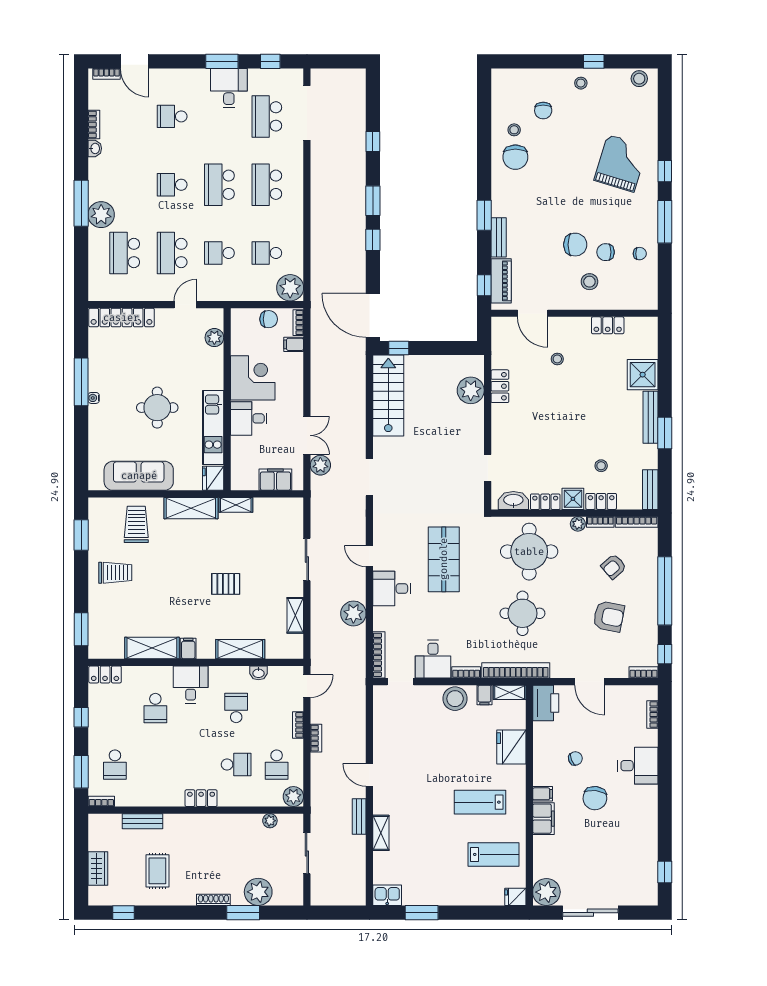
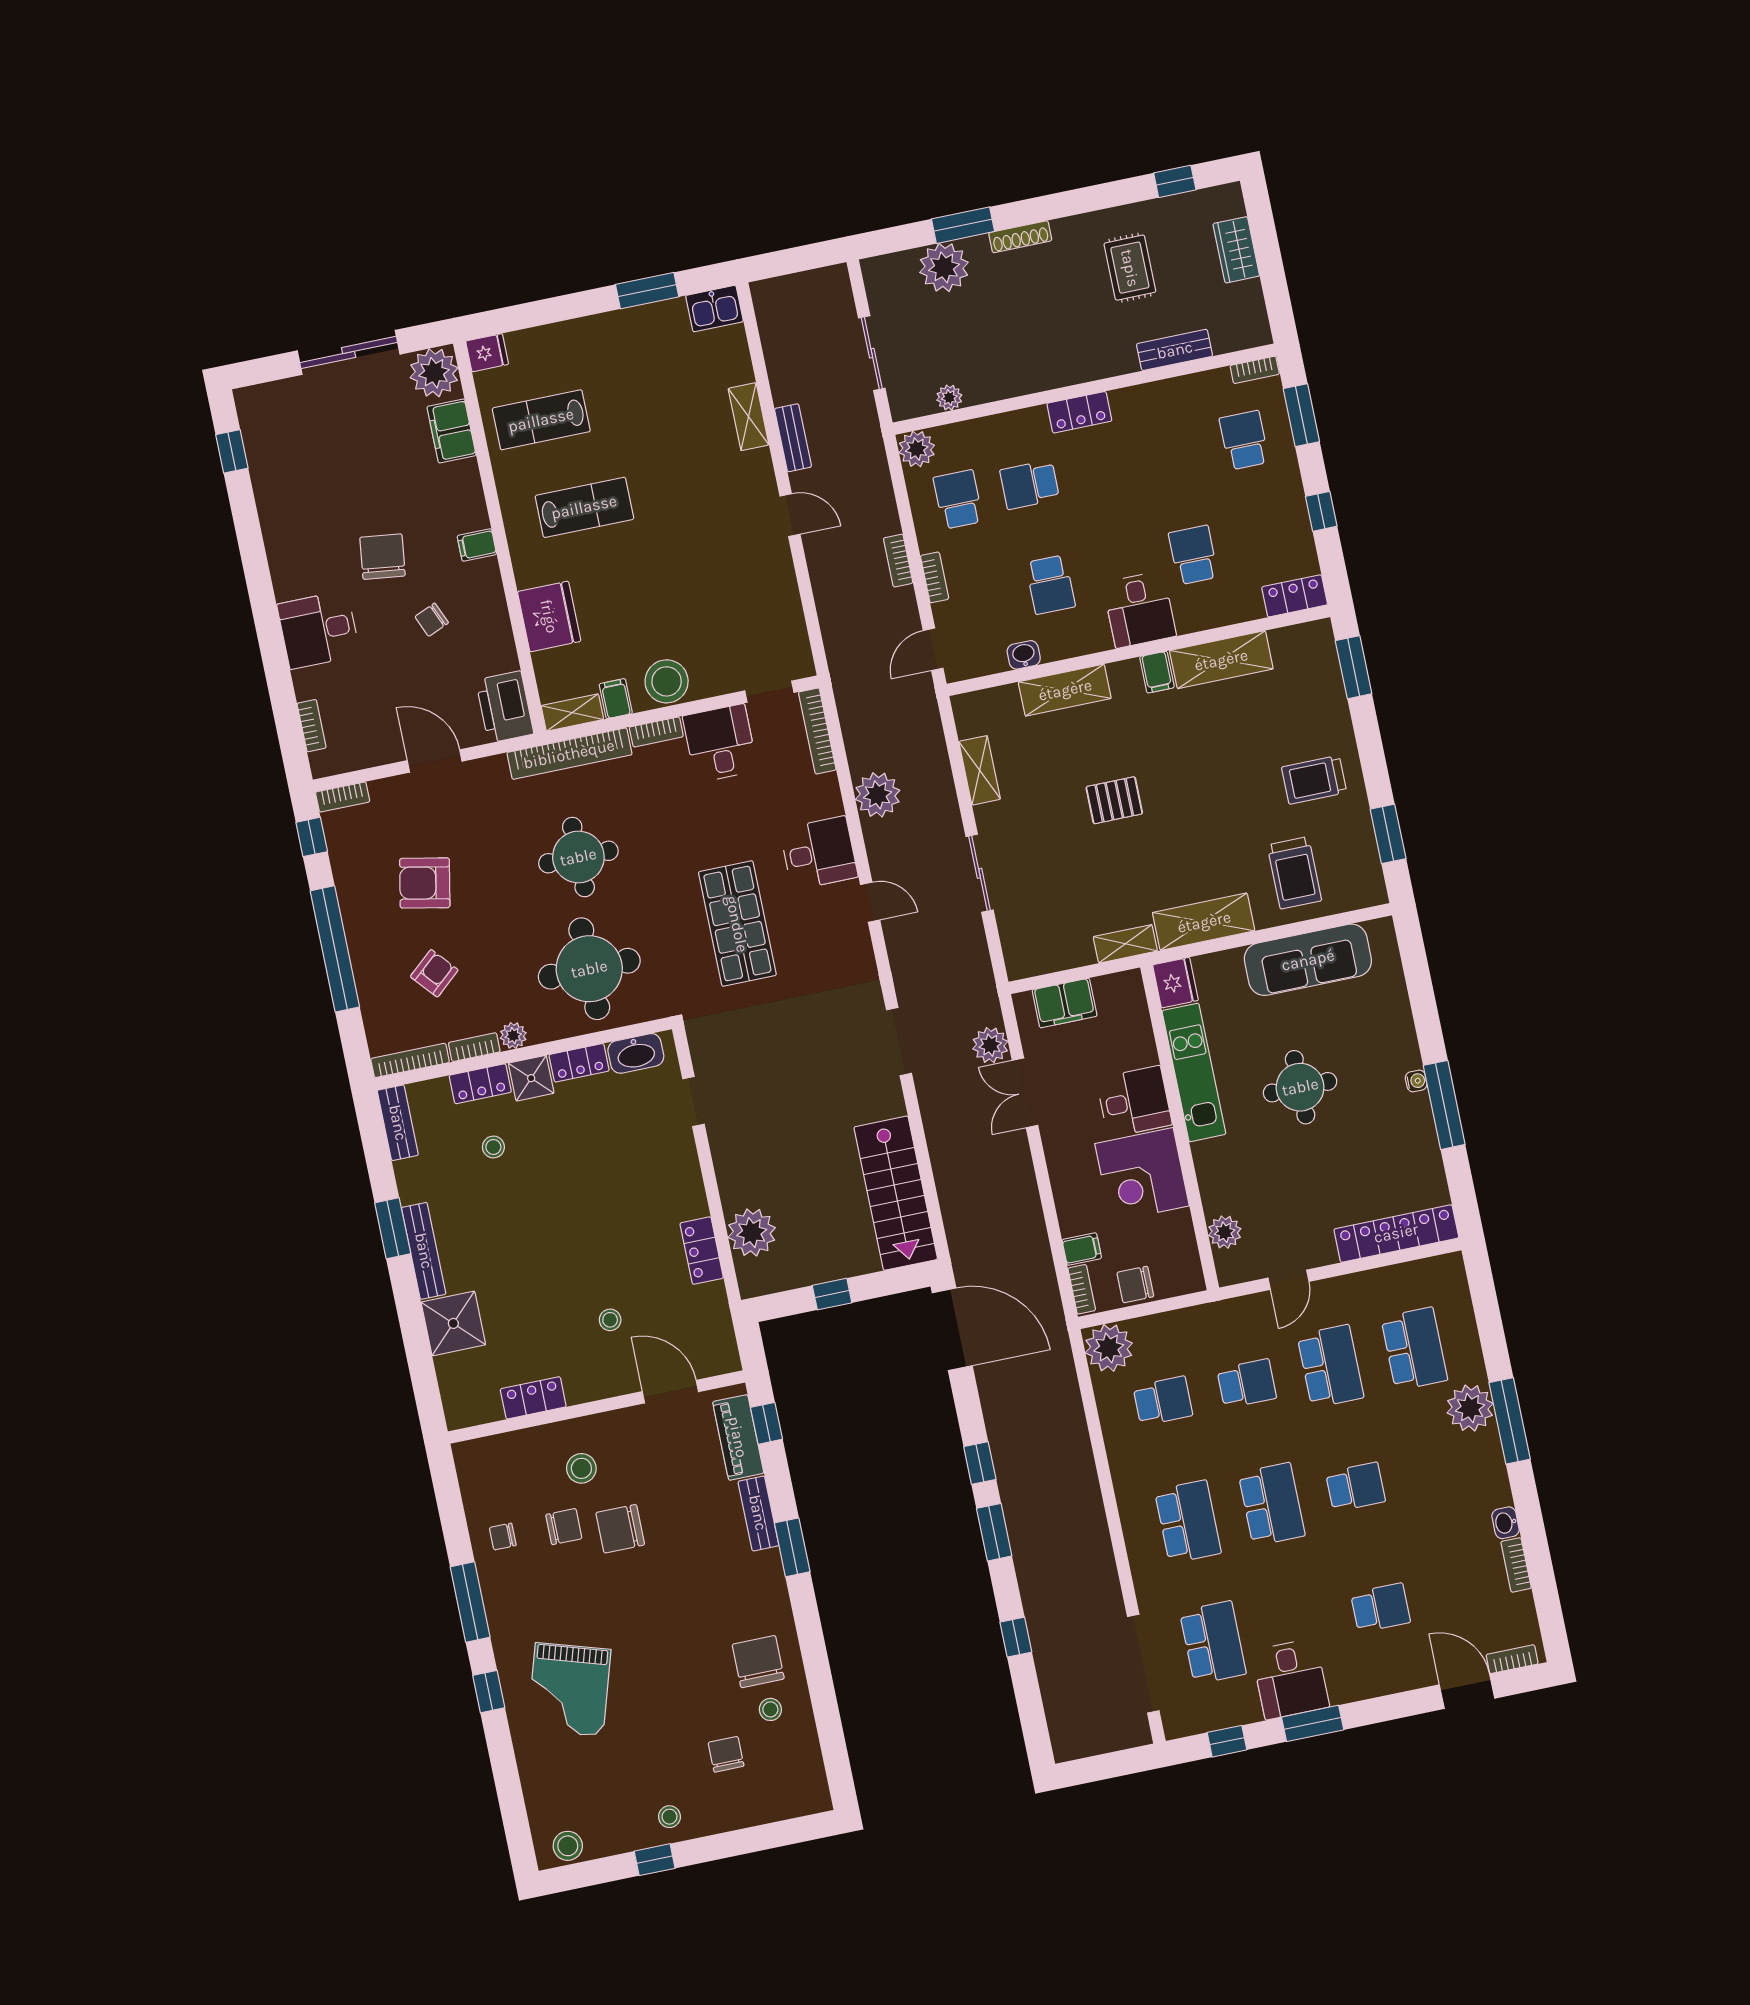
window: (399, 348) -> (832, 1294), moved
filing cabinet: (543, 819) -> (451, 431), moved

